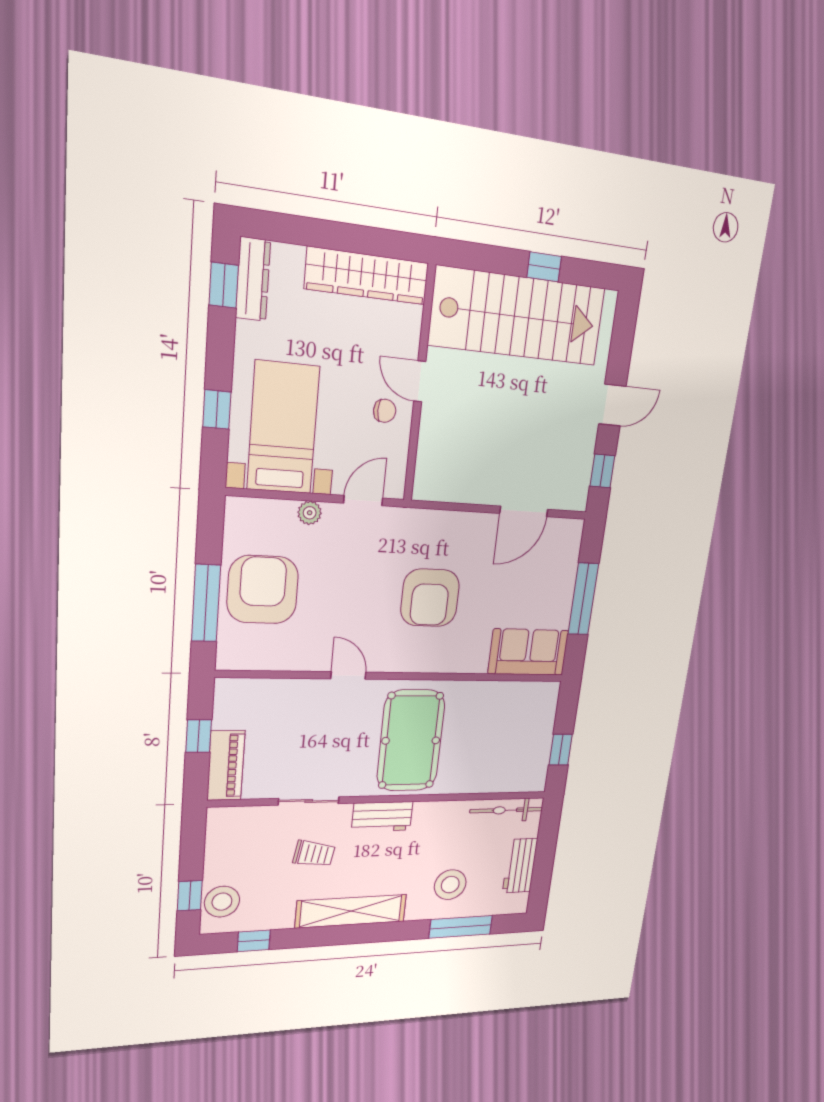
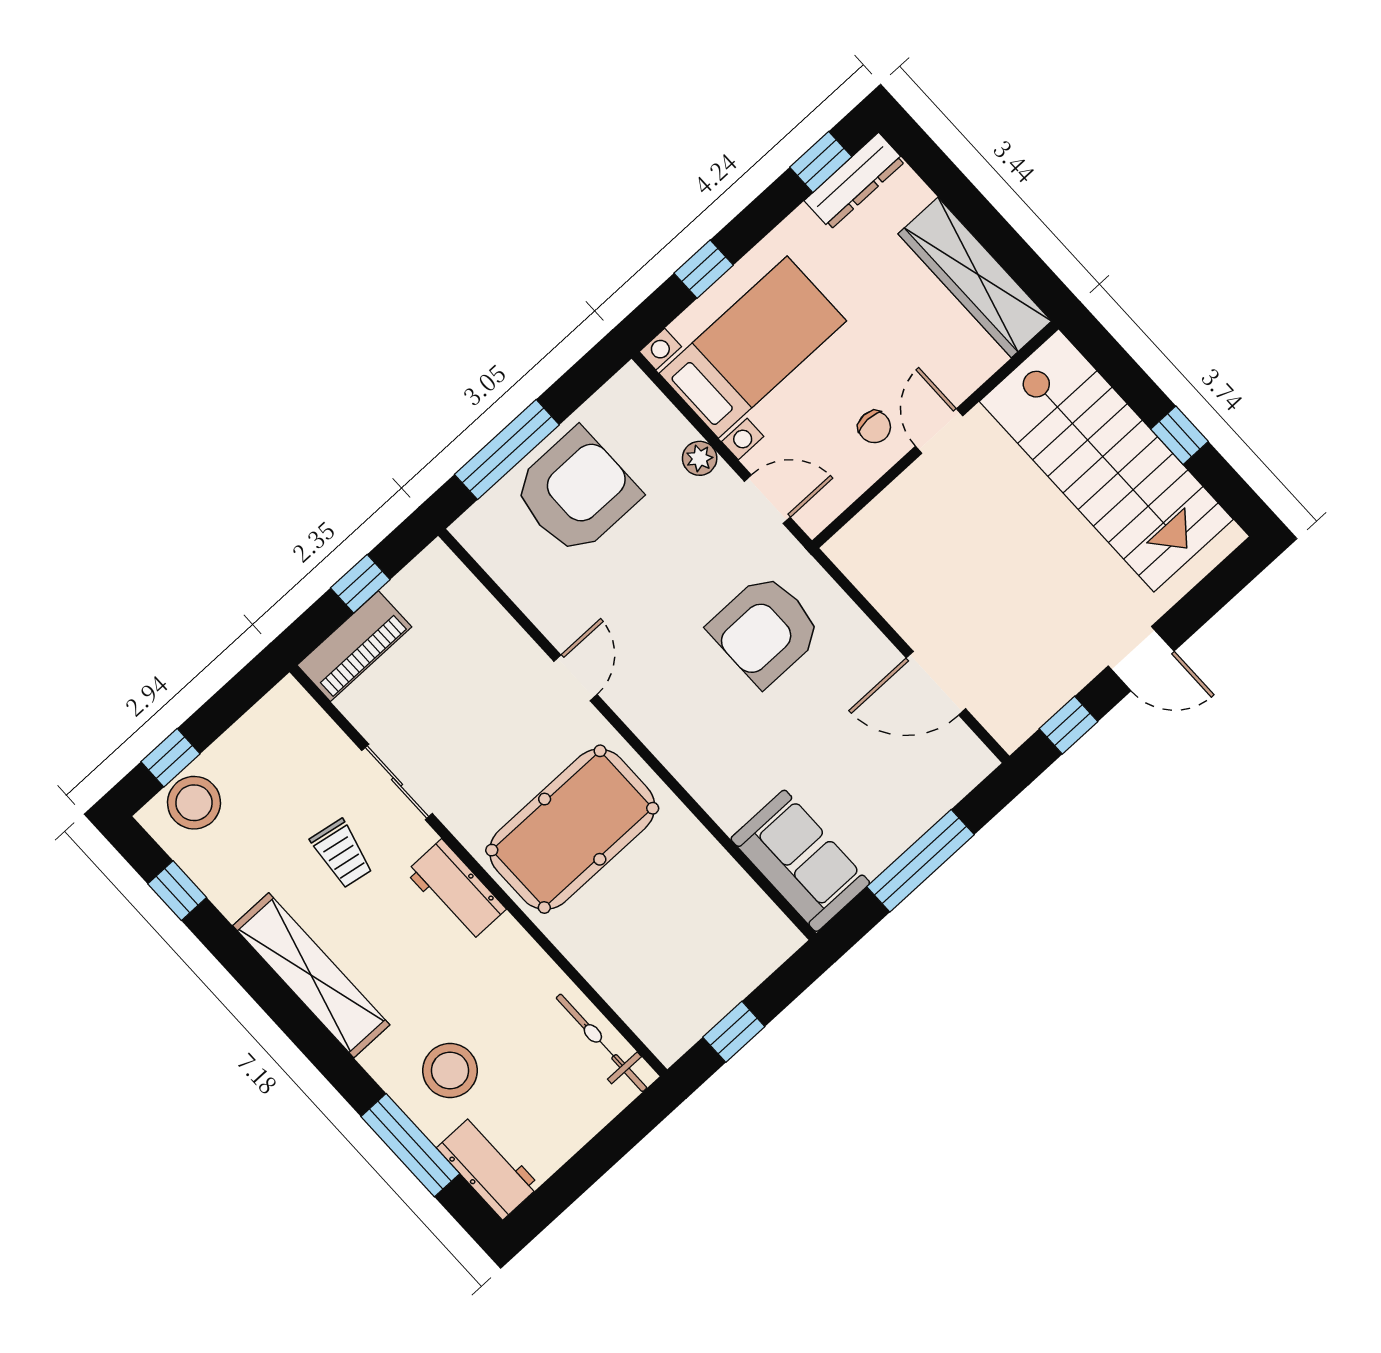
armchair: (430, 598) -> (765, 630), moved
workbench: (520, 866) -> (488, 1167), moved, turned 90

